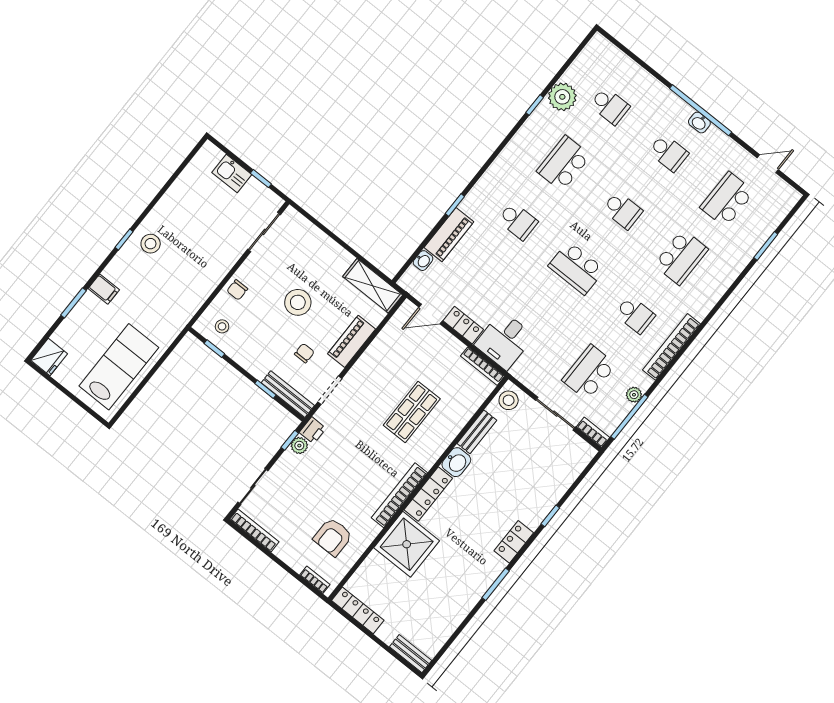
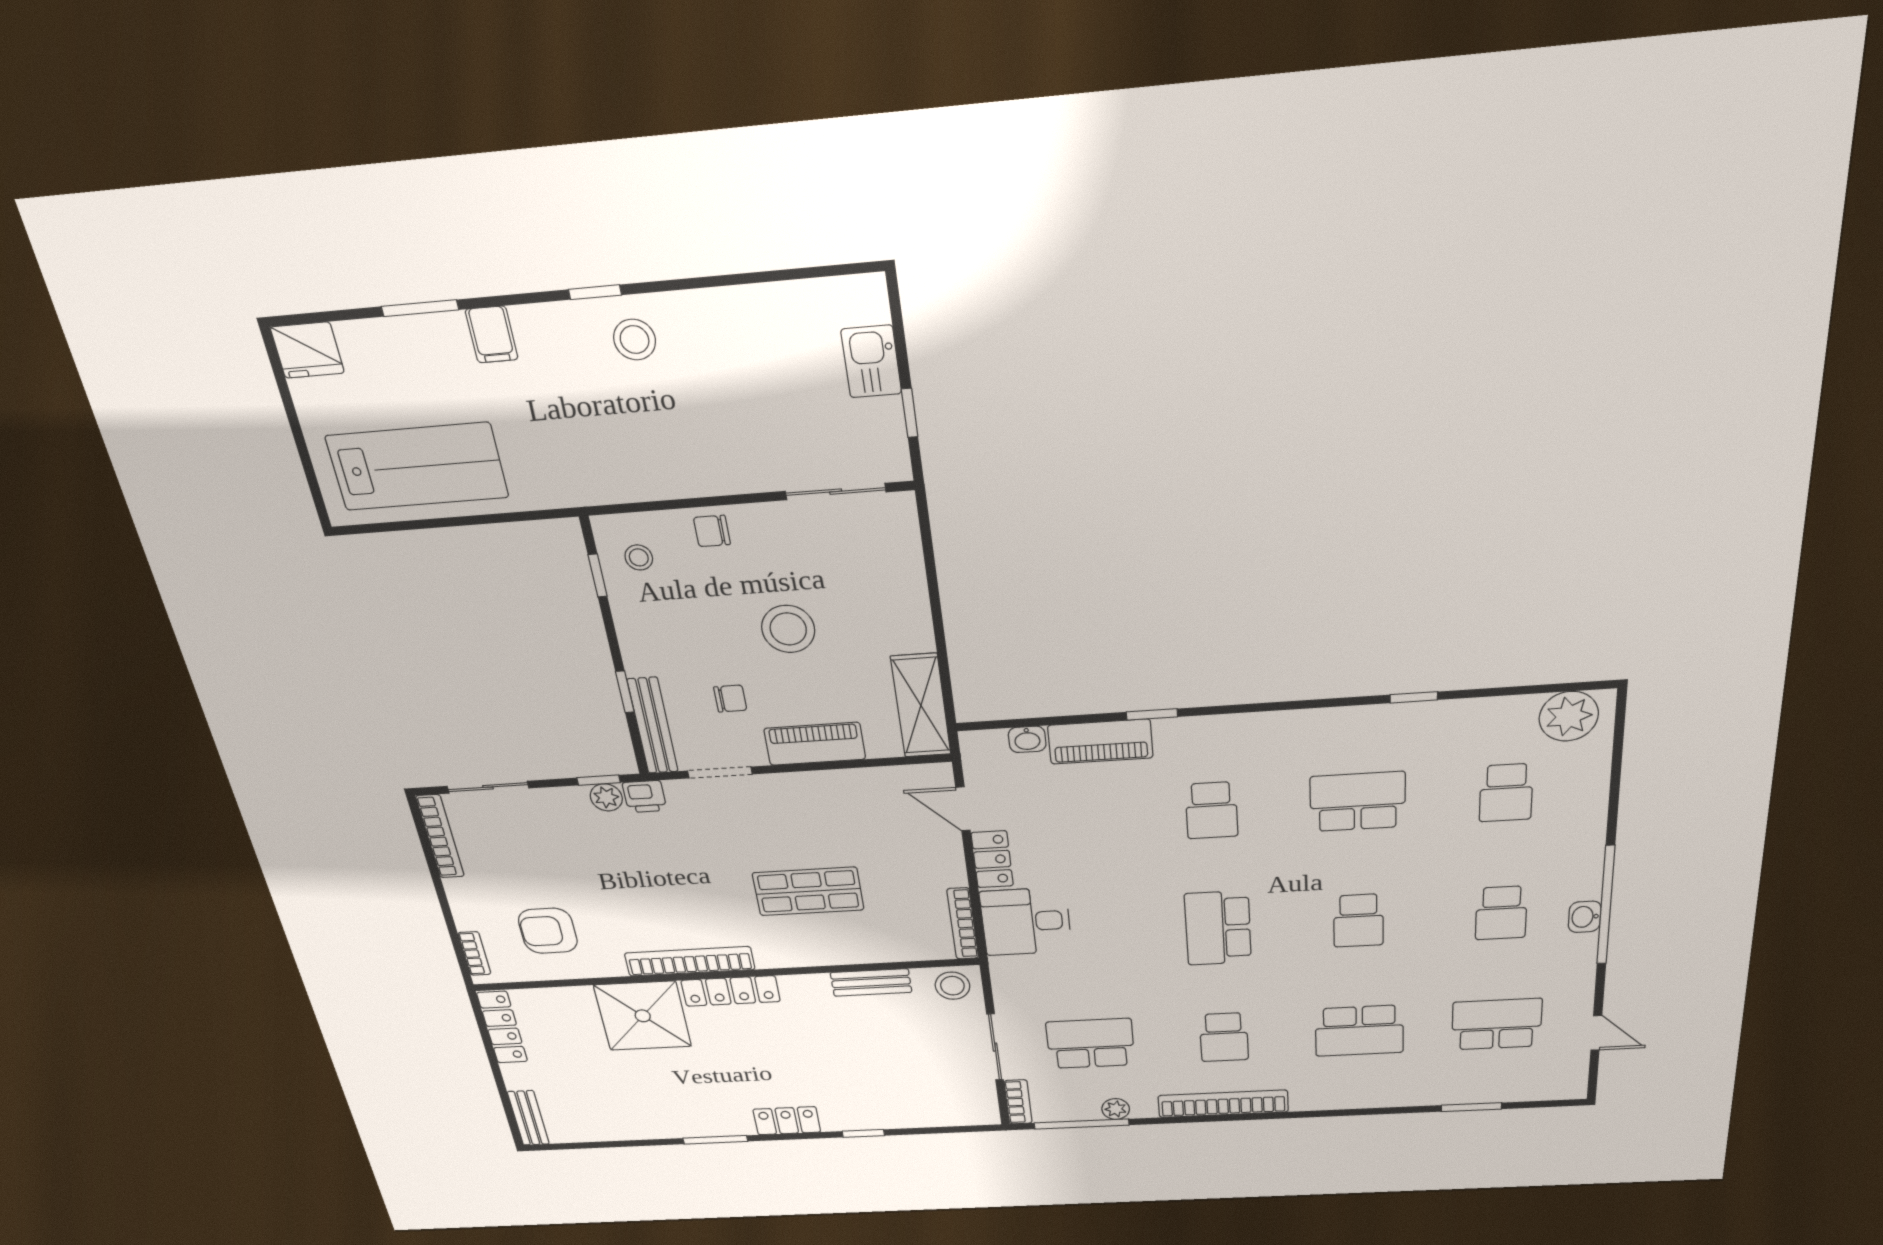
plant: (562, 97) -> (1569, 716), moved
washbasin: (456, 462) -> (807, 990), removed

